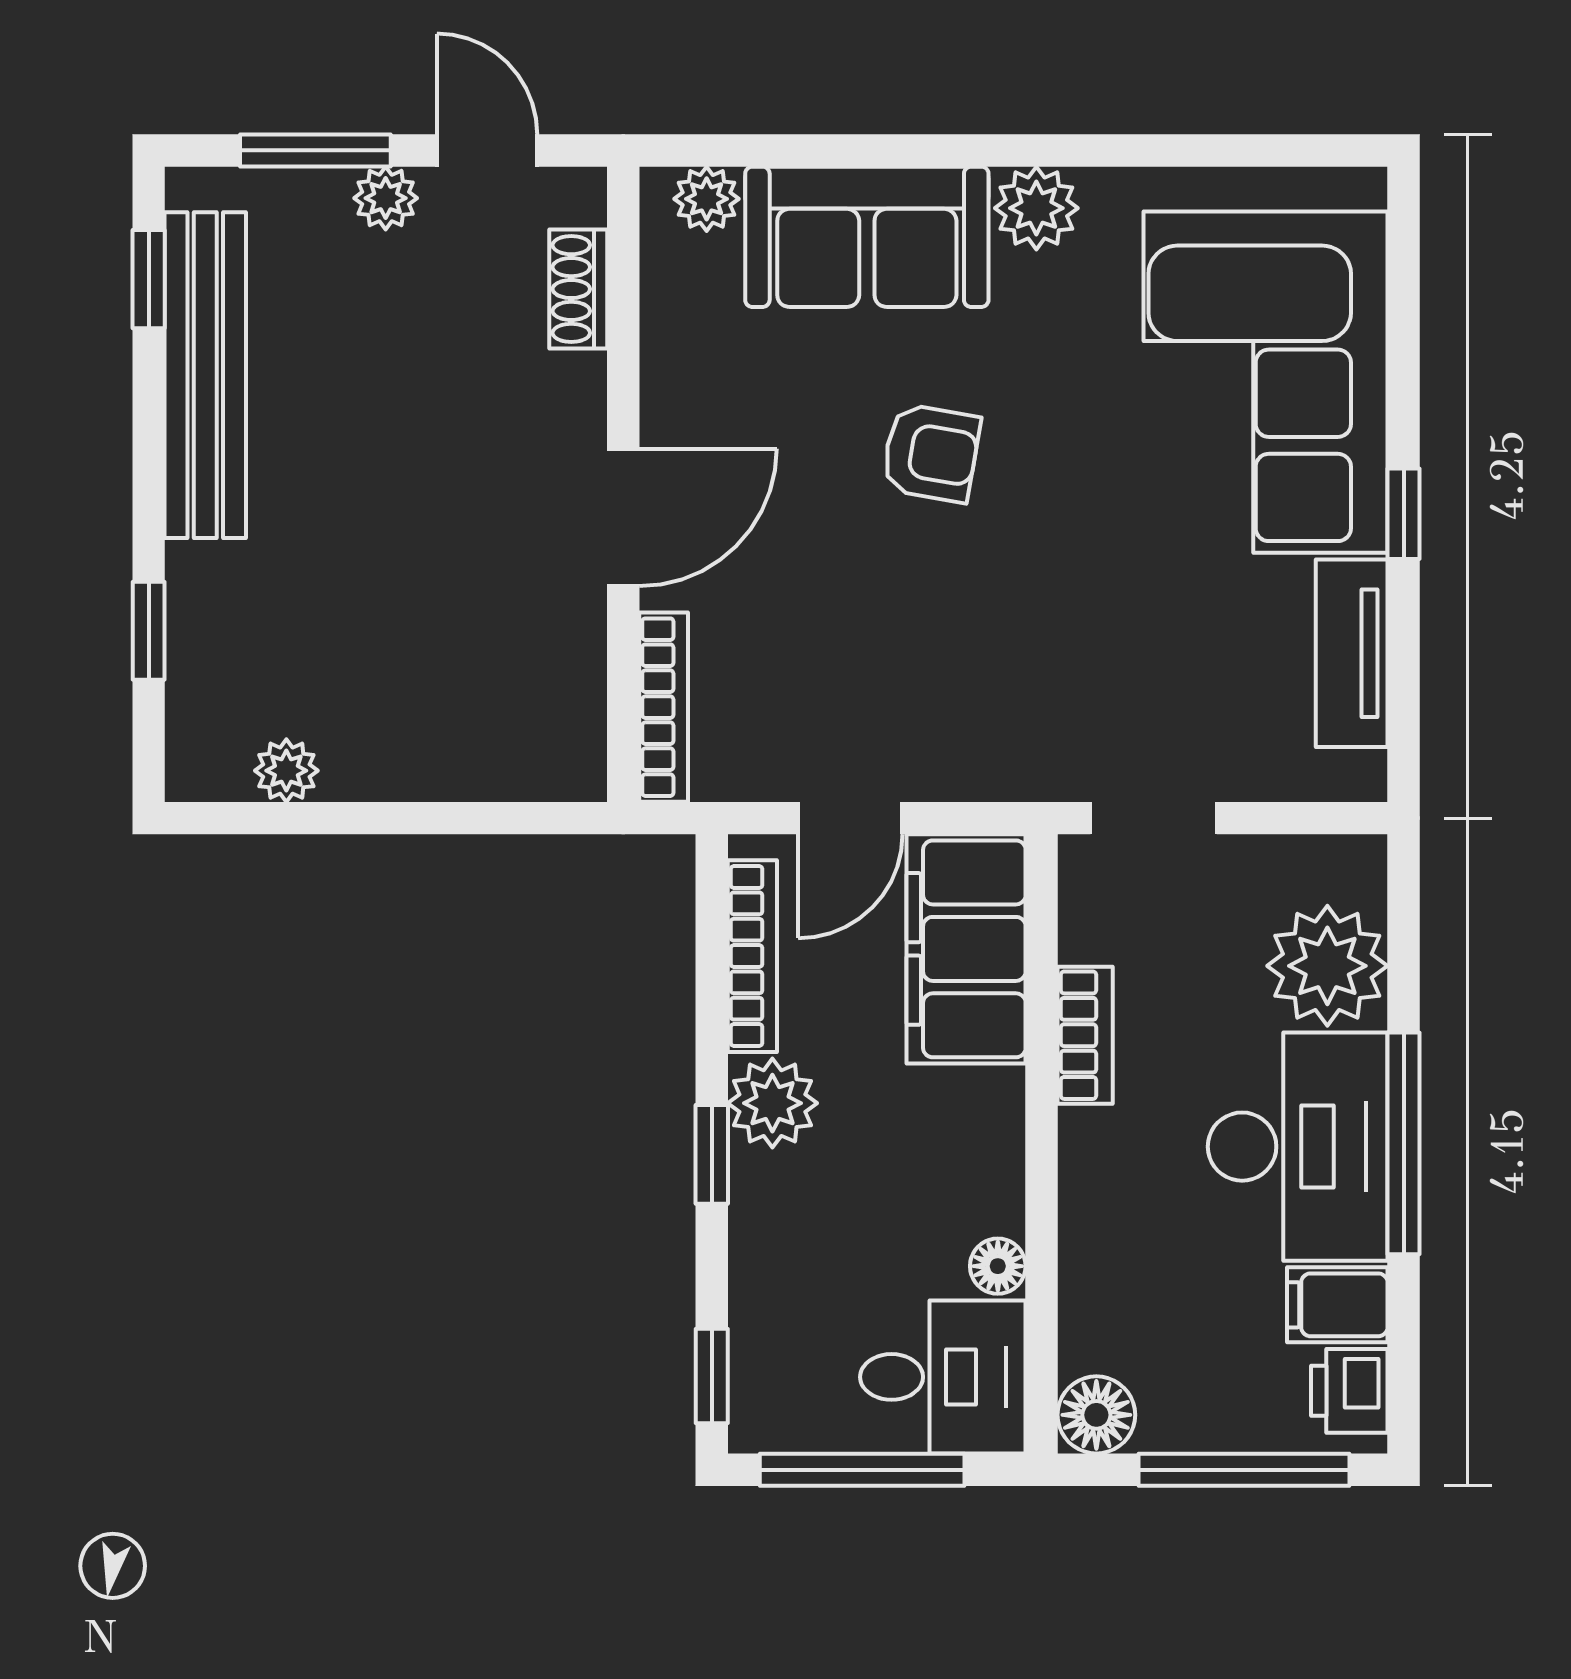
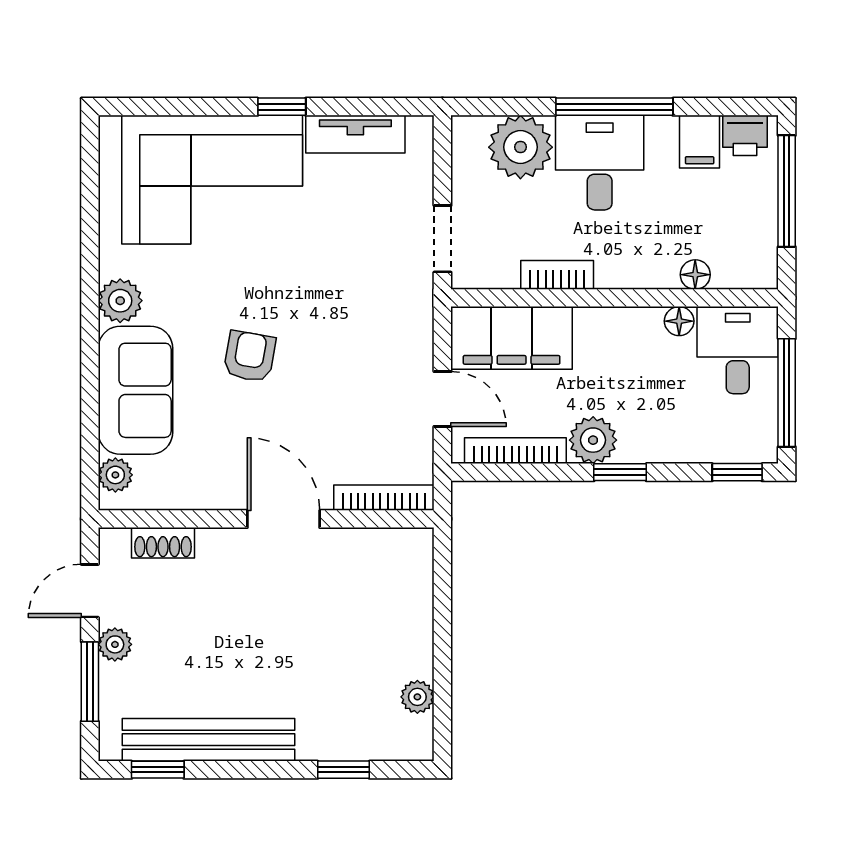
desk: (1298, 1147) -> (600, 163), width x0.73
floor lamp: (1096, 1415) -> (695, 275), moved, width x0.73, depth x0.73

